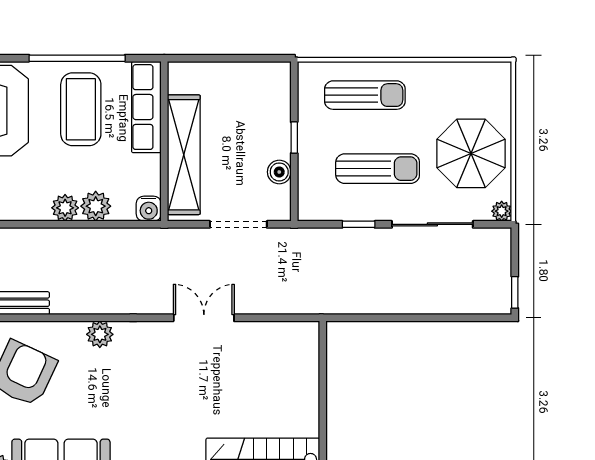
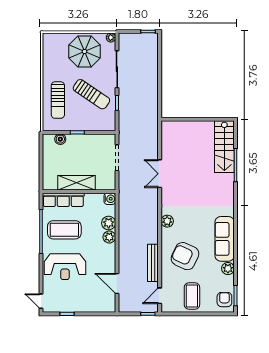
sun lounger: (365, 95) -> (58, 100), turned 180
shelving: (184, 155) -> (76, 183), width x0.68
sun lounger: (378, 169) -> (91, 94), turned 124
boiler: (279, 172) -> (60, 139), moved

